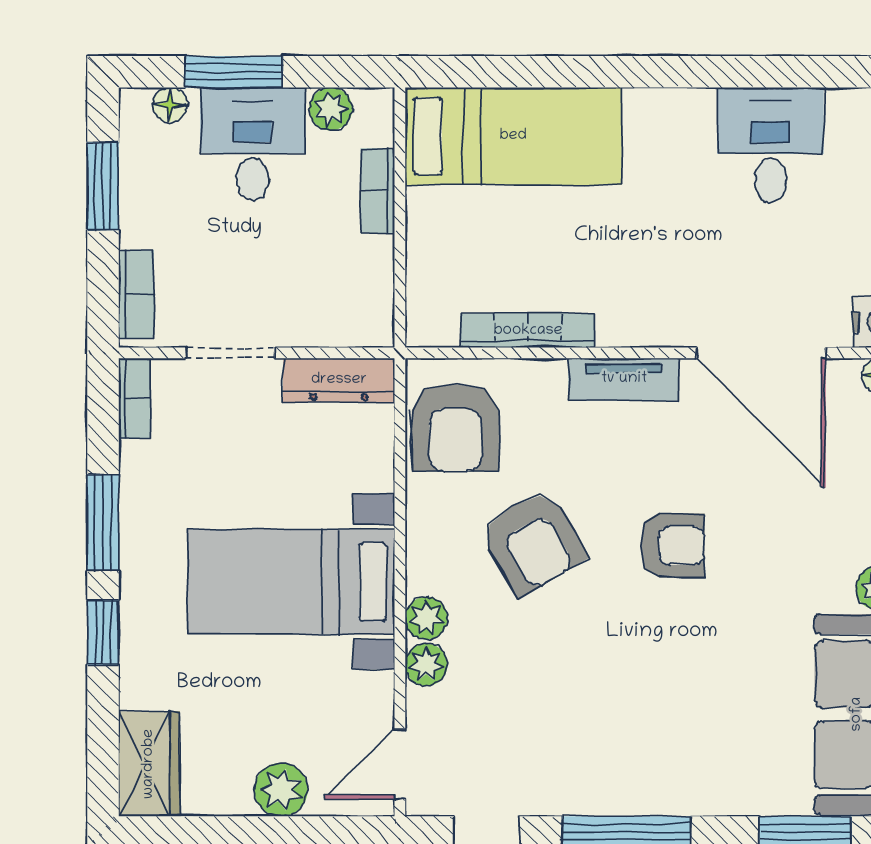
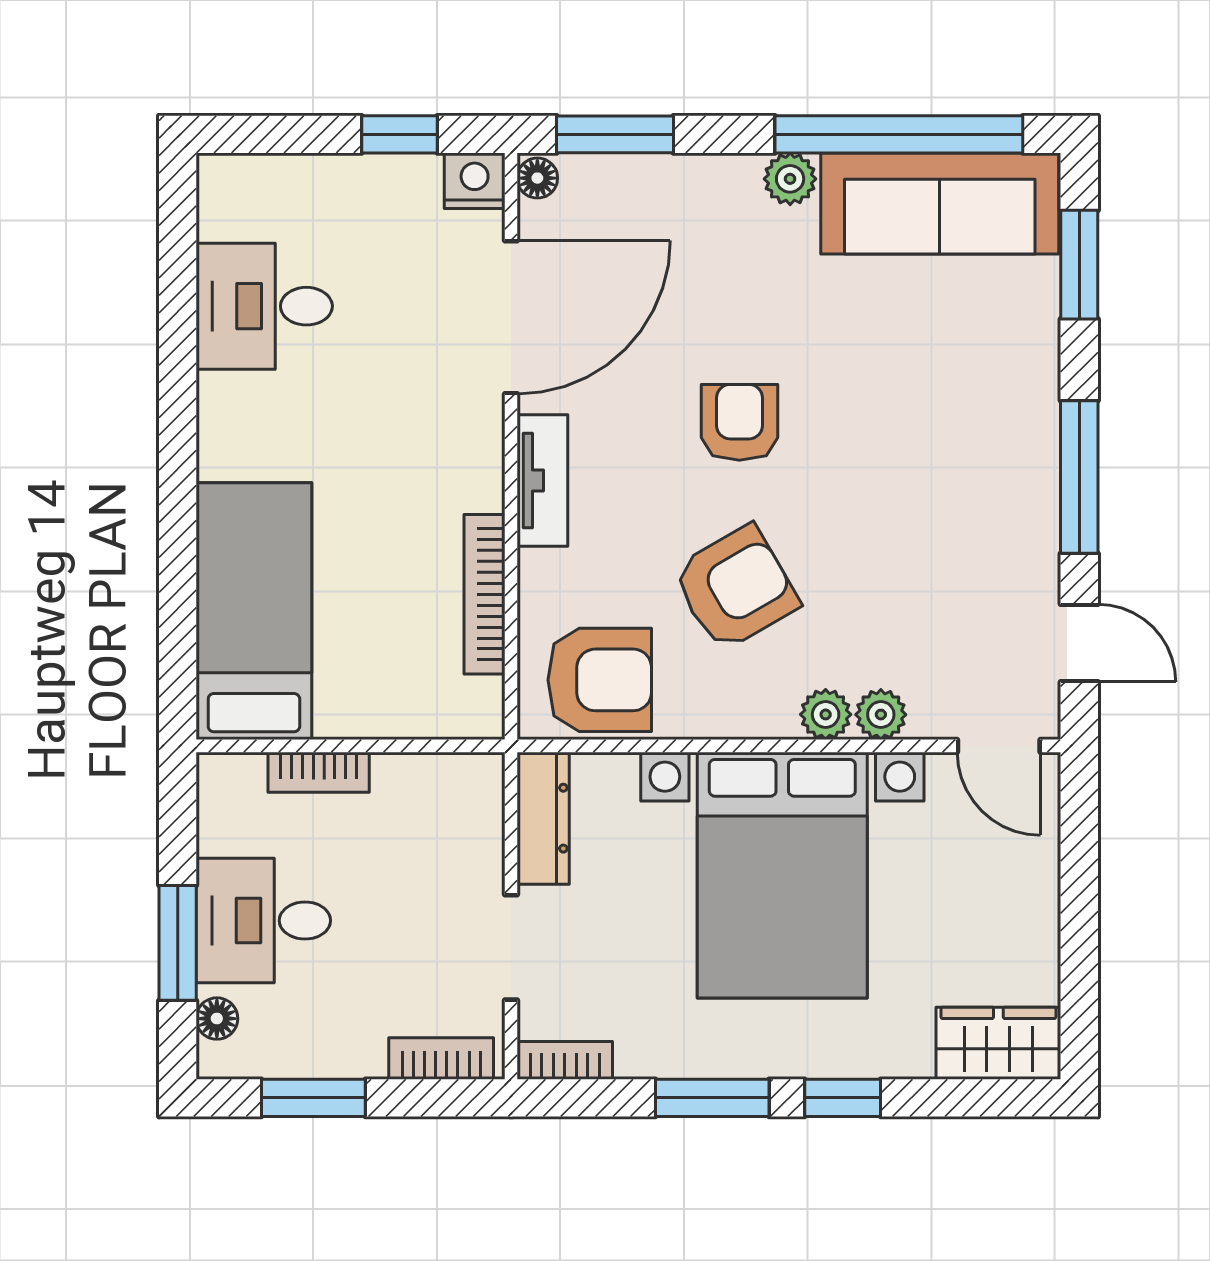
plant: (331, 109) -> (222, 828), removed
bed with nightstands: (291, 582) -> (782, 875), width x1.36
plant: (281, 790) -> (1029, 887), removed

